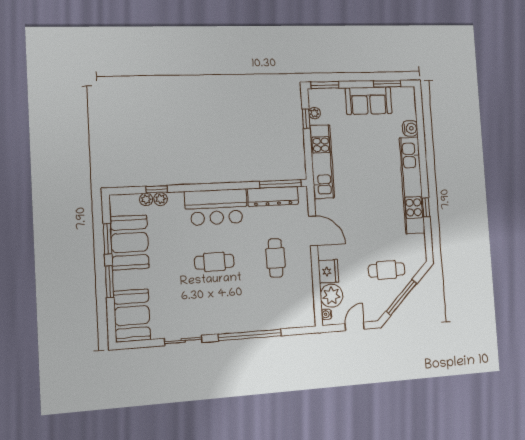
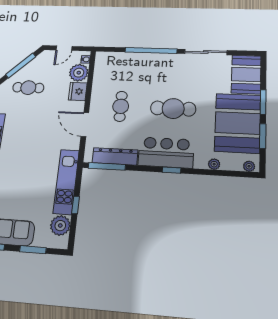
window: (325, 85) -> (33, 250), moved
plant: (315, 113) -> (60, 226), width x1.88, depth x1.88
window: (306, 119) -> (76, 205), moved
window: (157, 189) -> (172, 170), moved
plant: (146, 199) -> (249, 166), moved
booth: (130, 242) -> (238, 123), width x1.36, depth x1.42
cafe table: (214, 262) -> (173, 109), width x1.37, depth x1.35
sliding door: (183, 340) -> (206, 52), width x1.37

